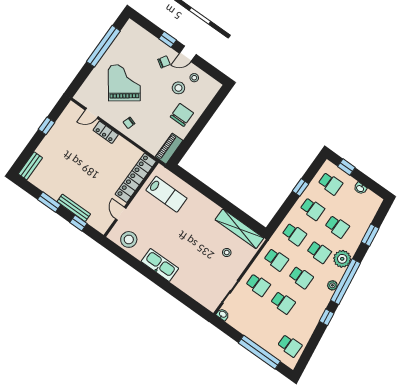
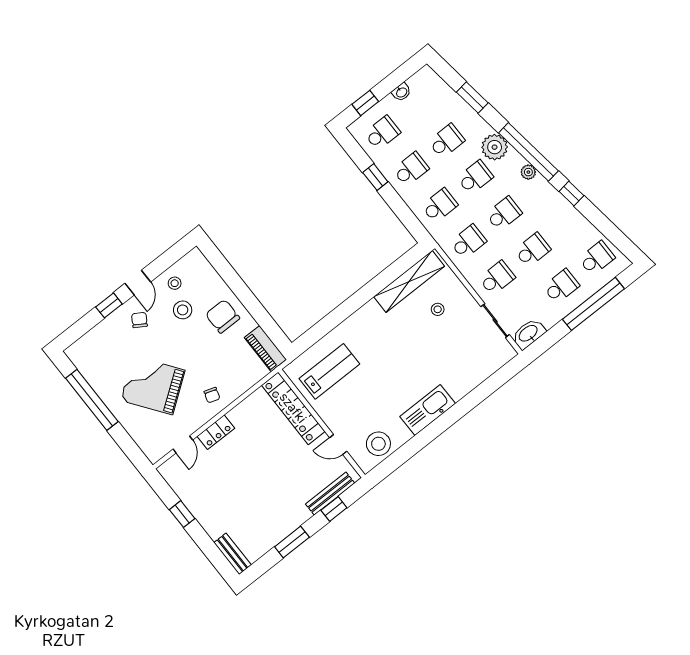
bench: (74, 208) -> (330, 494), moved
washbasin: (223, 314) -> (528, 334), width x1.91, depth x1.45
school desk: (265, 328) -> (561, 286), added

